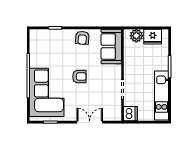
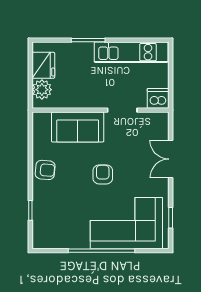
sofa: (111, 47) -> (78, 127), moved

